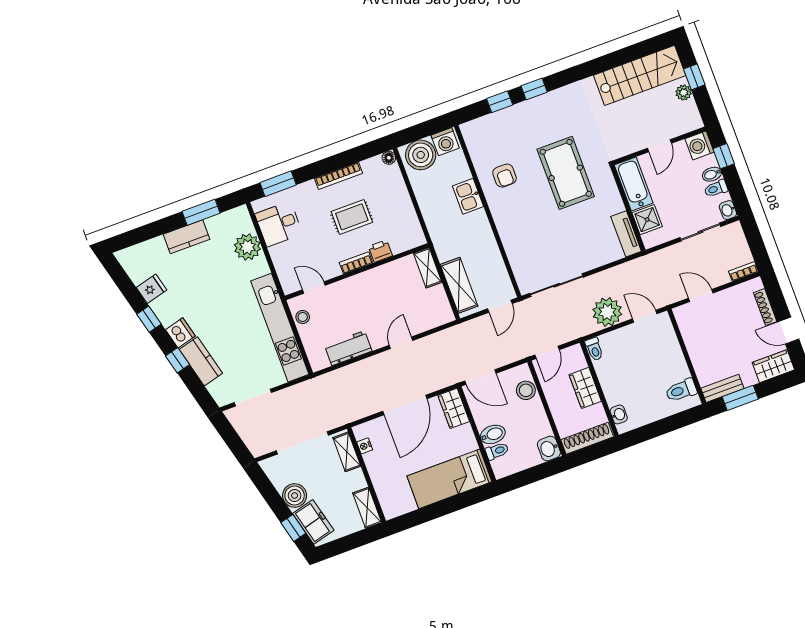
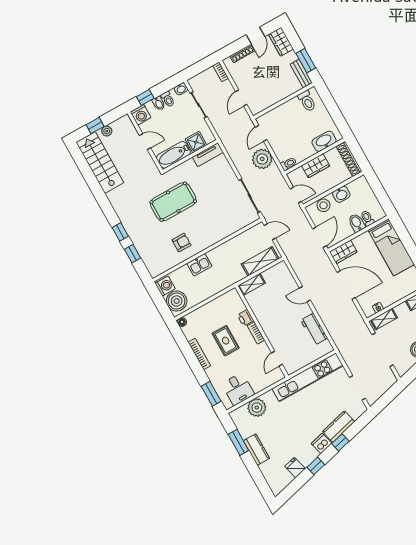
stool: (303, 317) -> (298, 363), removed
washbasin: (619, 414) -> (324, 141), width x1.91, depth x1.45
washbasin: (549, 449) -> (341, 194), moved

